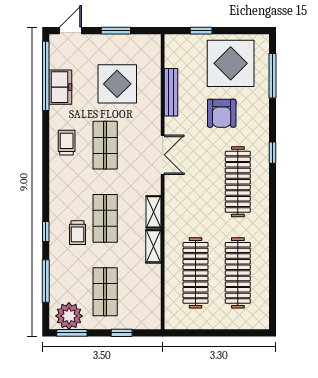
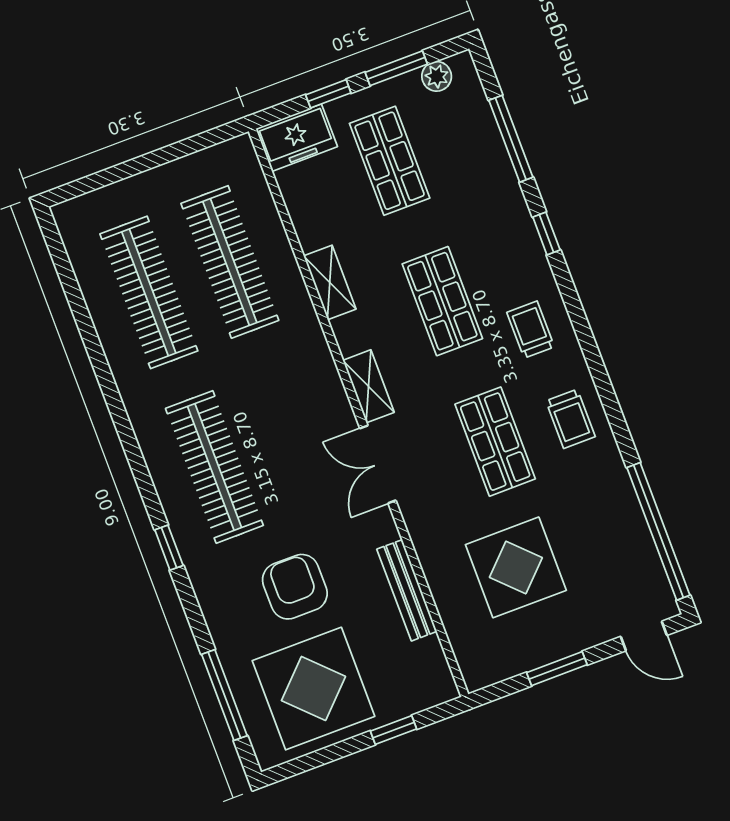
door: (70, 31) -> (644, 636), hinge flipped
freezer: (60, 87) -> (297, 138), moved, turned -90
shelving: (154, 212) -> (368, 386), moved
trolley: (78, 233) -> (531, 330), moved
plant: (69, 316) -> (437, 76), width x0.53, depth x0.53
window: (72, 333) -> (396, 68), moved

